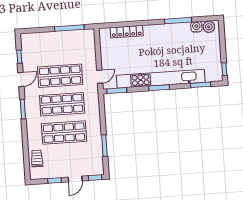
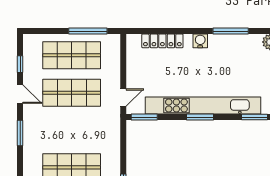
water cooler: (196, 27) -> (200, 41), moved
door: (21, 80) -> (20, 94), hinge flipped
shop shelf: (62, 104) -> (72, 55), moved

